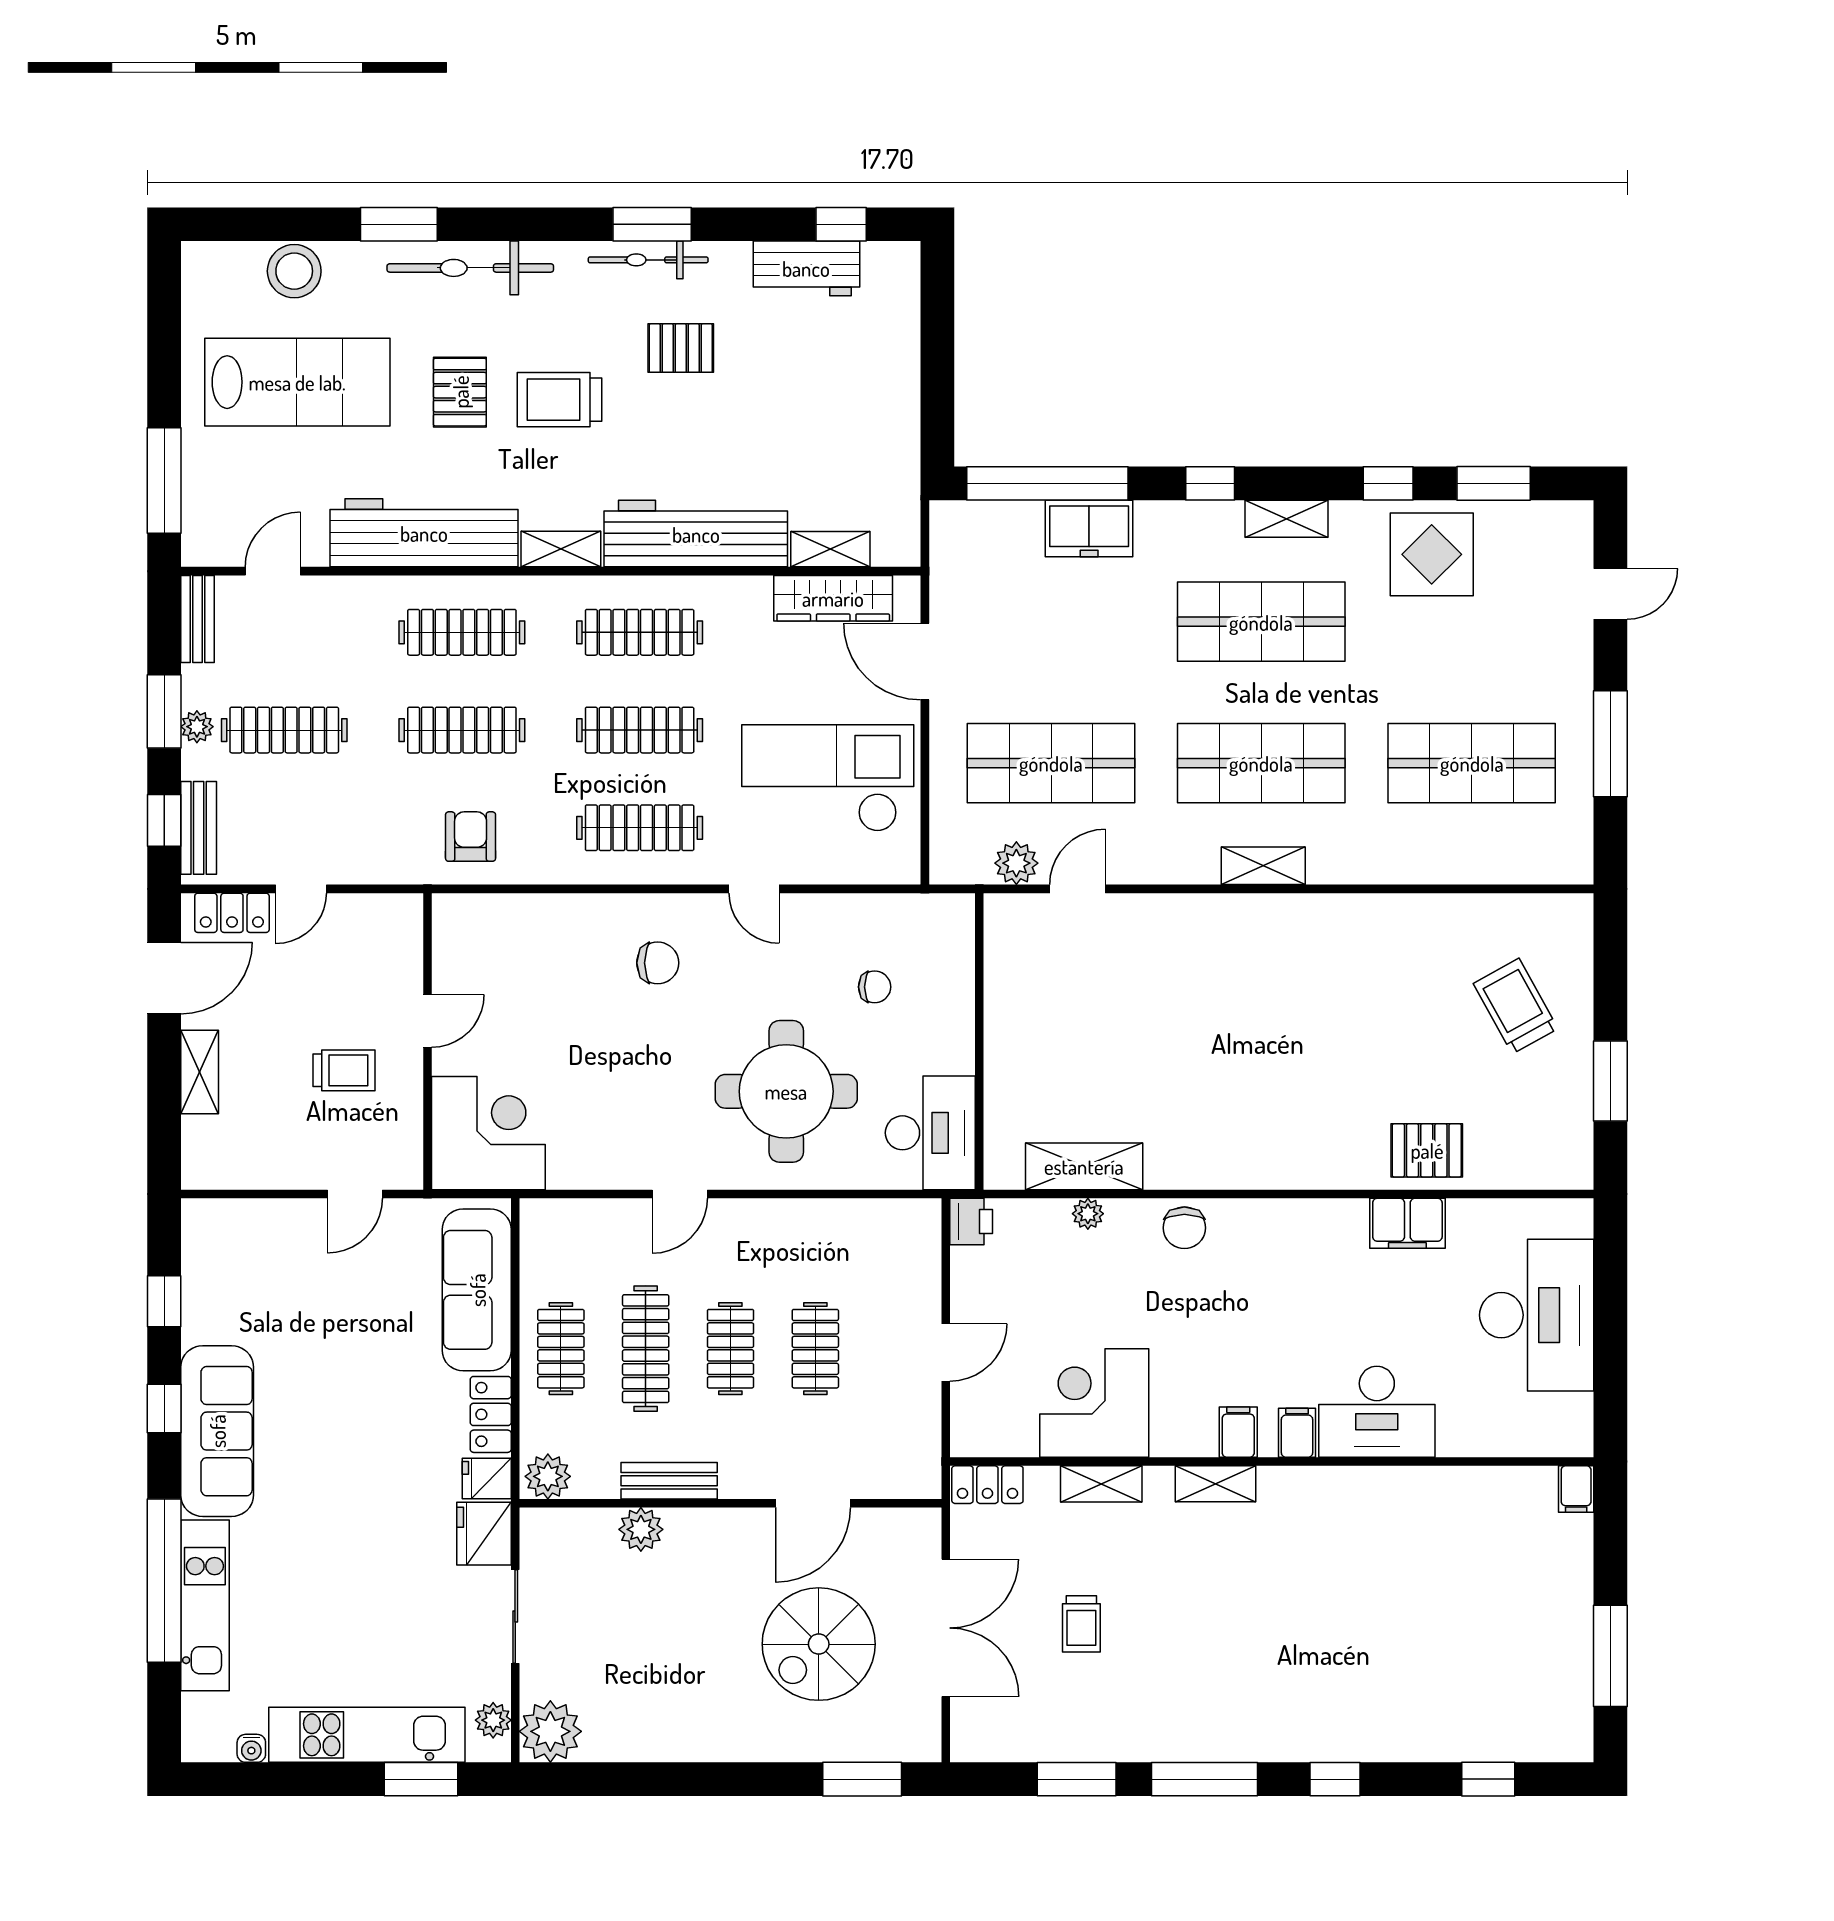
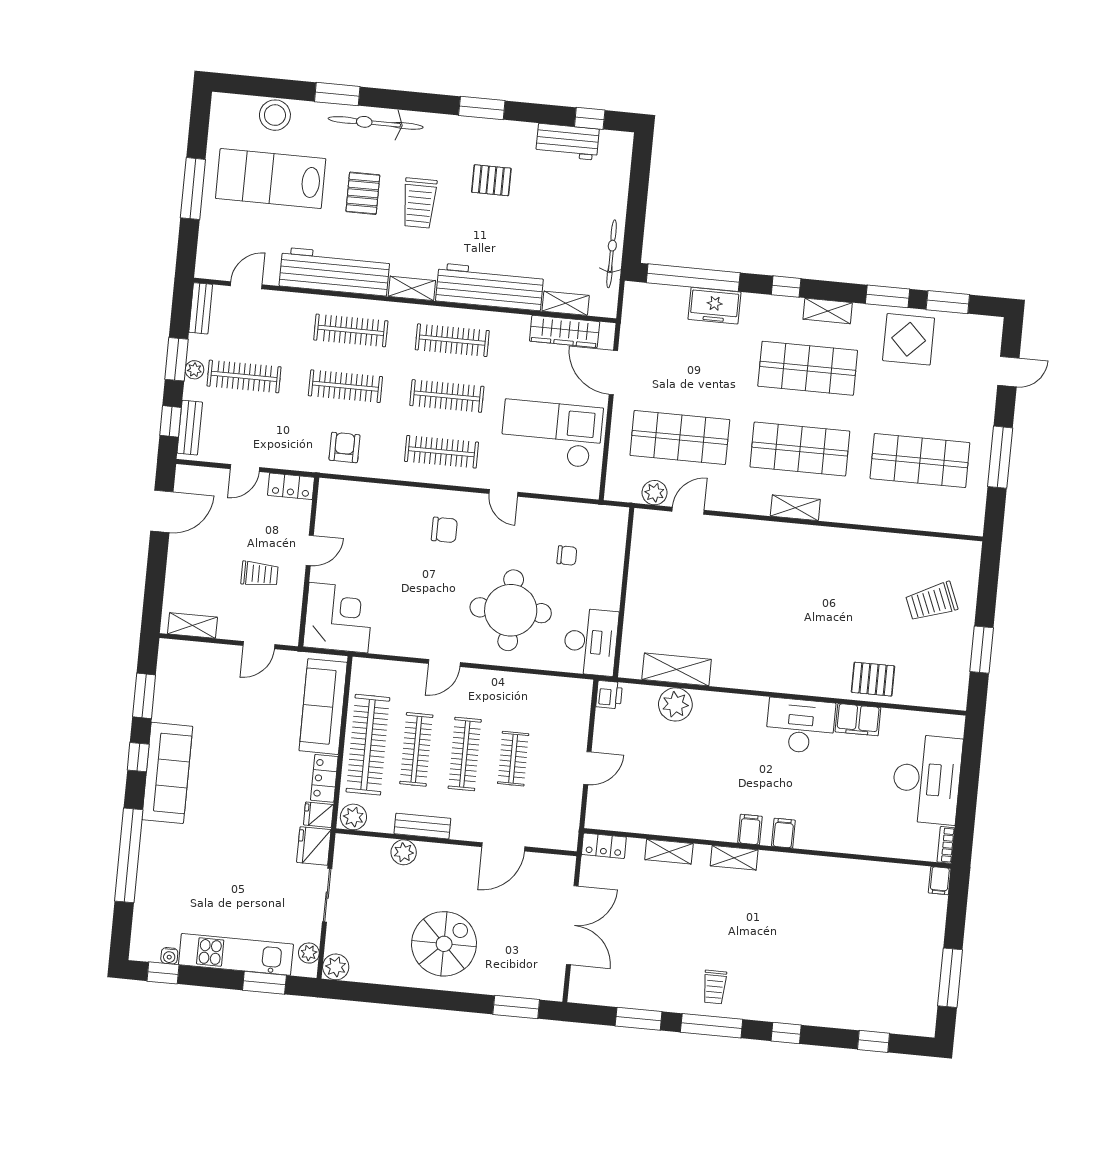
bicycle: (648, 260) -> (612, 254), moved, turned 90
lab bench: (297, 382) -> (271, 179), turned 180
trolley: (559, 400) -> (419, 203), turned -90
window: (164, 480) -> (193, 189), moved
window: (1388, 483) -> (888, 296), width x1.50
locker: (232, 913) -> (291, 486), moved
trolley: (1516, 1006) -> (932, 602), turned -83
shelving: (200, 1072) -> (192, 625), moved, turned 90
plant: (1088, 1214) -> (675, 704), width x1.88, depth x1.88
chair: (1184, 1228) -> (730, 710), removed
window: (164, 1301) -> (144, 696), width x1.50
clothes rail: (561, 1349) -> (368, 745), width x1.86, depth x1.31
clothes rail: (730, 1349) -> (465, 754), width x1.36
corner desk: (1094, 1403) -> (669, 805), removed
desk: (1377, 1412) -> (800, 726), moved, turned 180
bookcase: (1581, 1426) -> (946, 845), added
kitchen unit: (205, 1605) -> (151, 872), removed
trolley: (1081, 1624) -> (715, 987), moved
spiral stairs: (819, 1644) -> (444, 944), moved, turned 180
plant: (550, 1731) -> (336, 967), width x0.73, depth x0.73
window: (243, 1779) -> (163, 973), added

